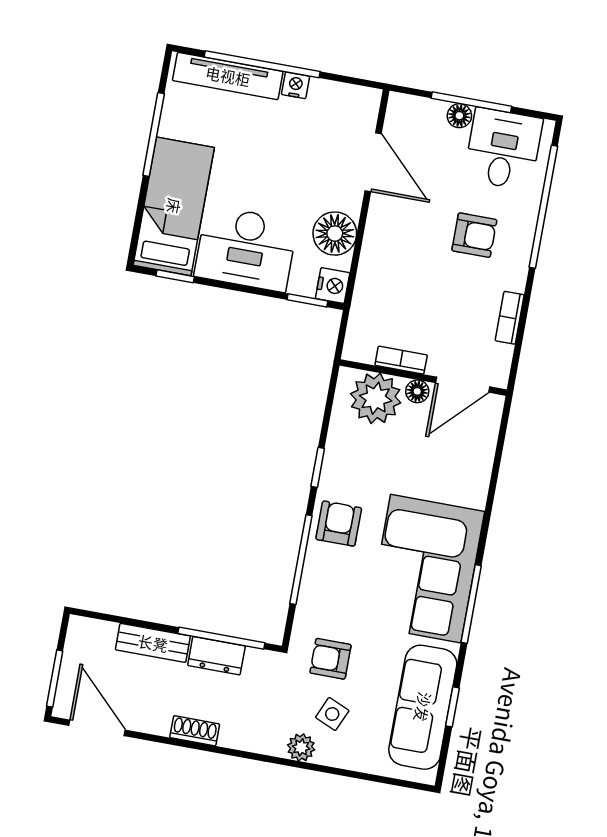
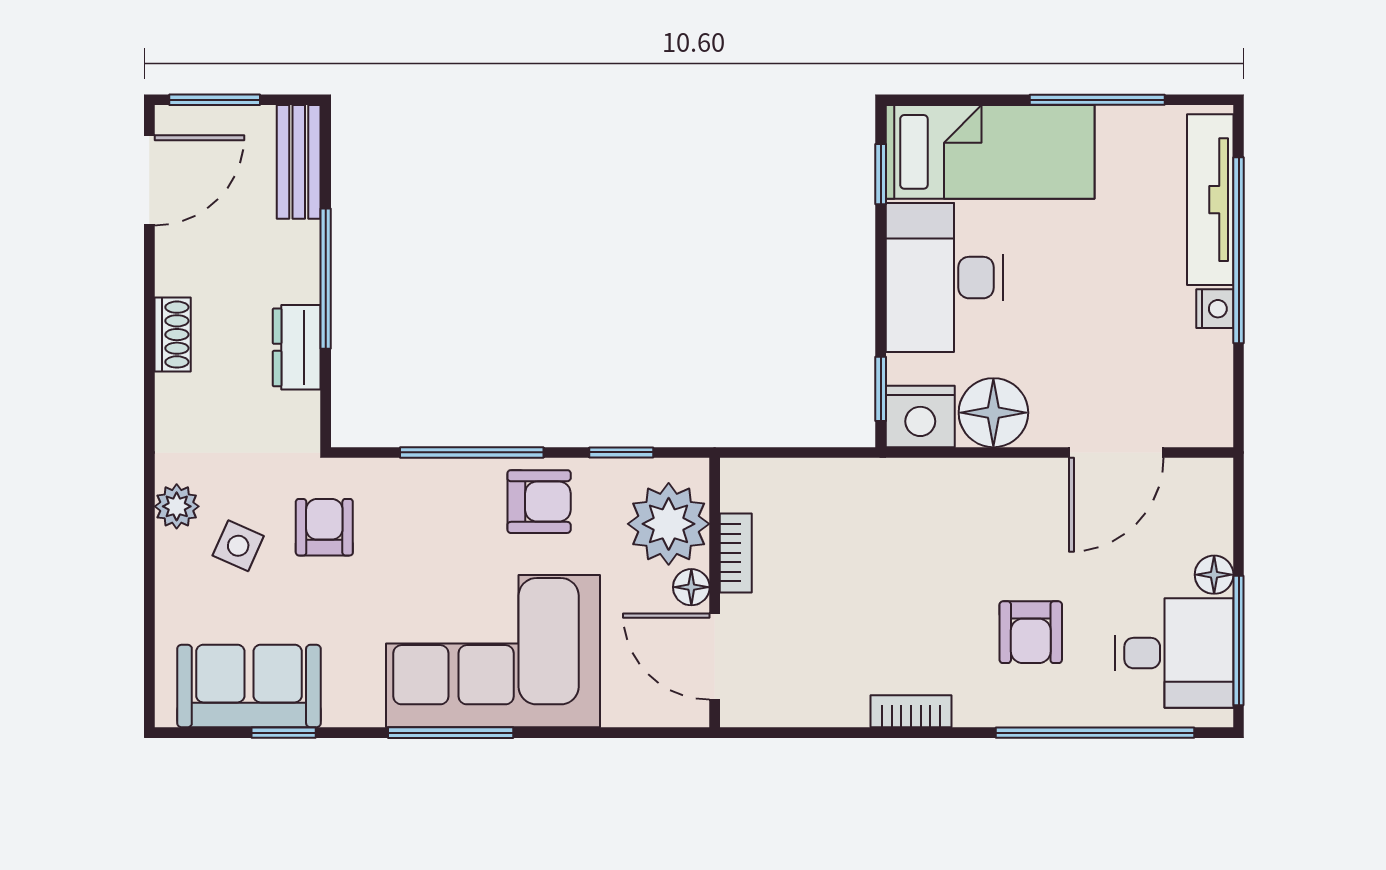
window: (471, 102) -> (1239, 641), moved
nightstand: (333, 286) -> (920, 416), width x1.36, depth x1.33
bookcase: (401, 360) -> (736, 553), moved
wall: (423, 378) -> (715, 593), moved
door: (463, 385) -> (715, 656), moved
floor lamp: (417, 391) -> (691, 587), moved
plant: (376, 398) -> (669, 524), moved
window: (221, 638) -> (326, 279), moved
bench: (153, 643) -> (299, 162), moved
sofa: (423, 707) -> (249, 686), width x0.73

